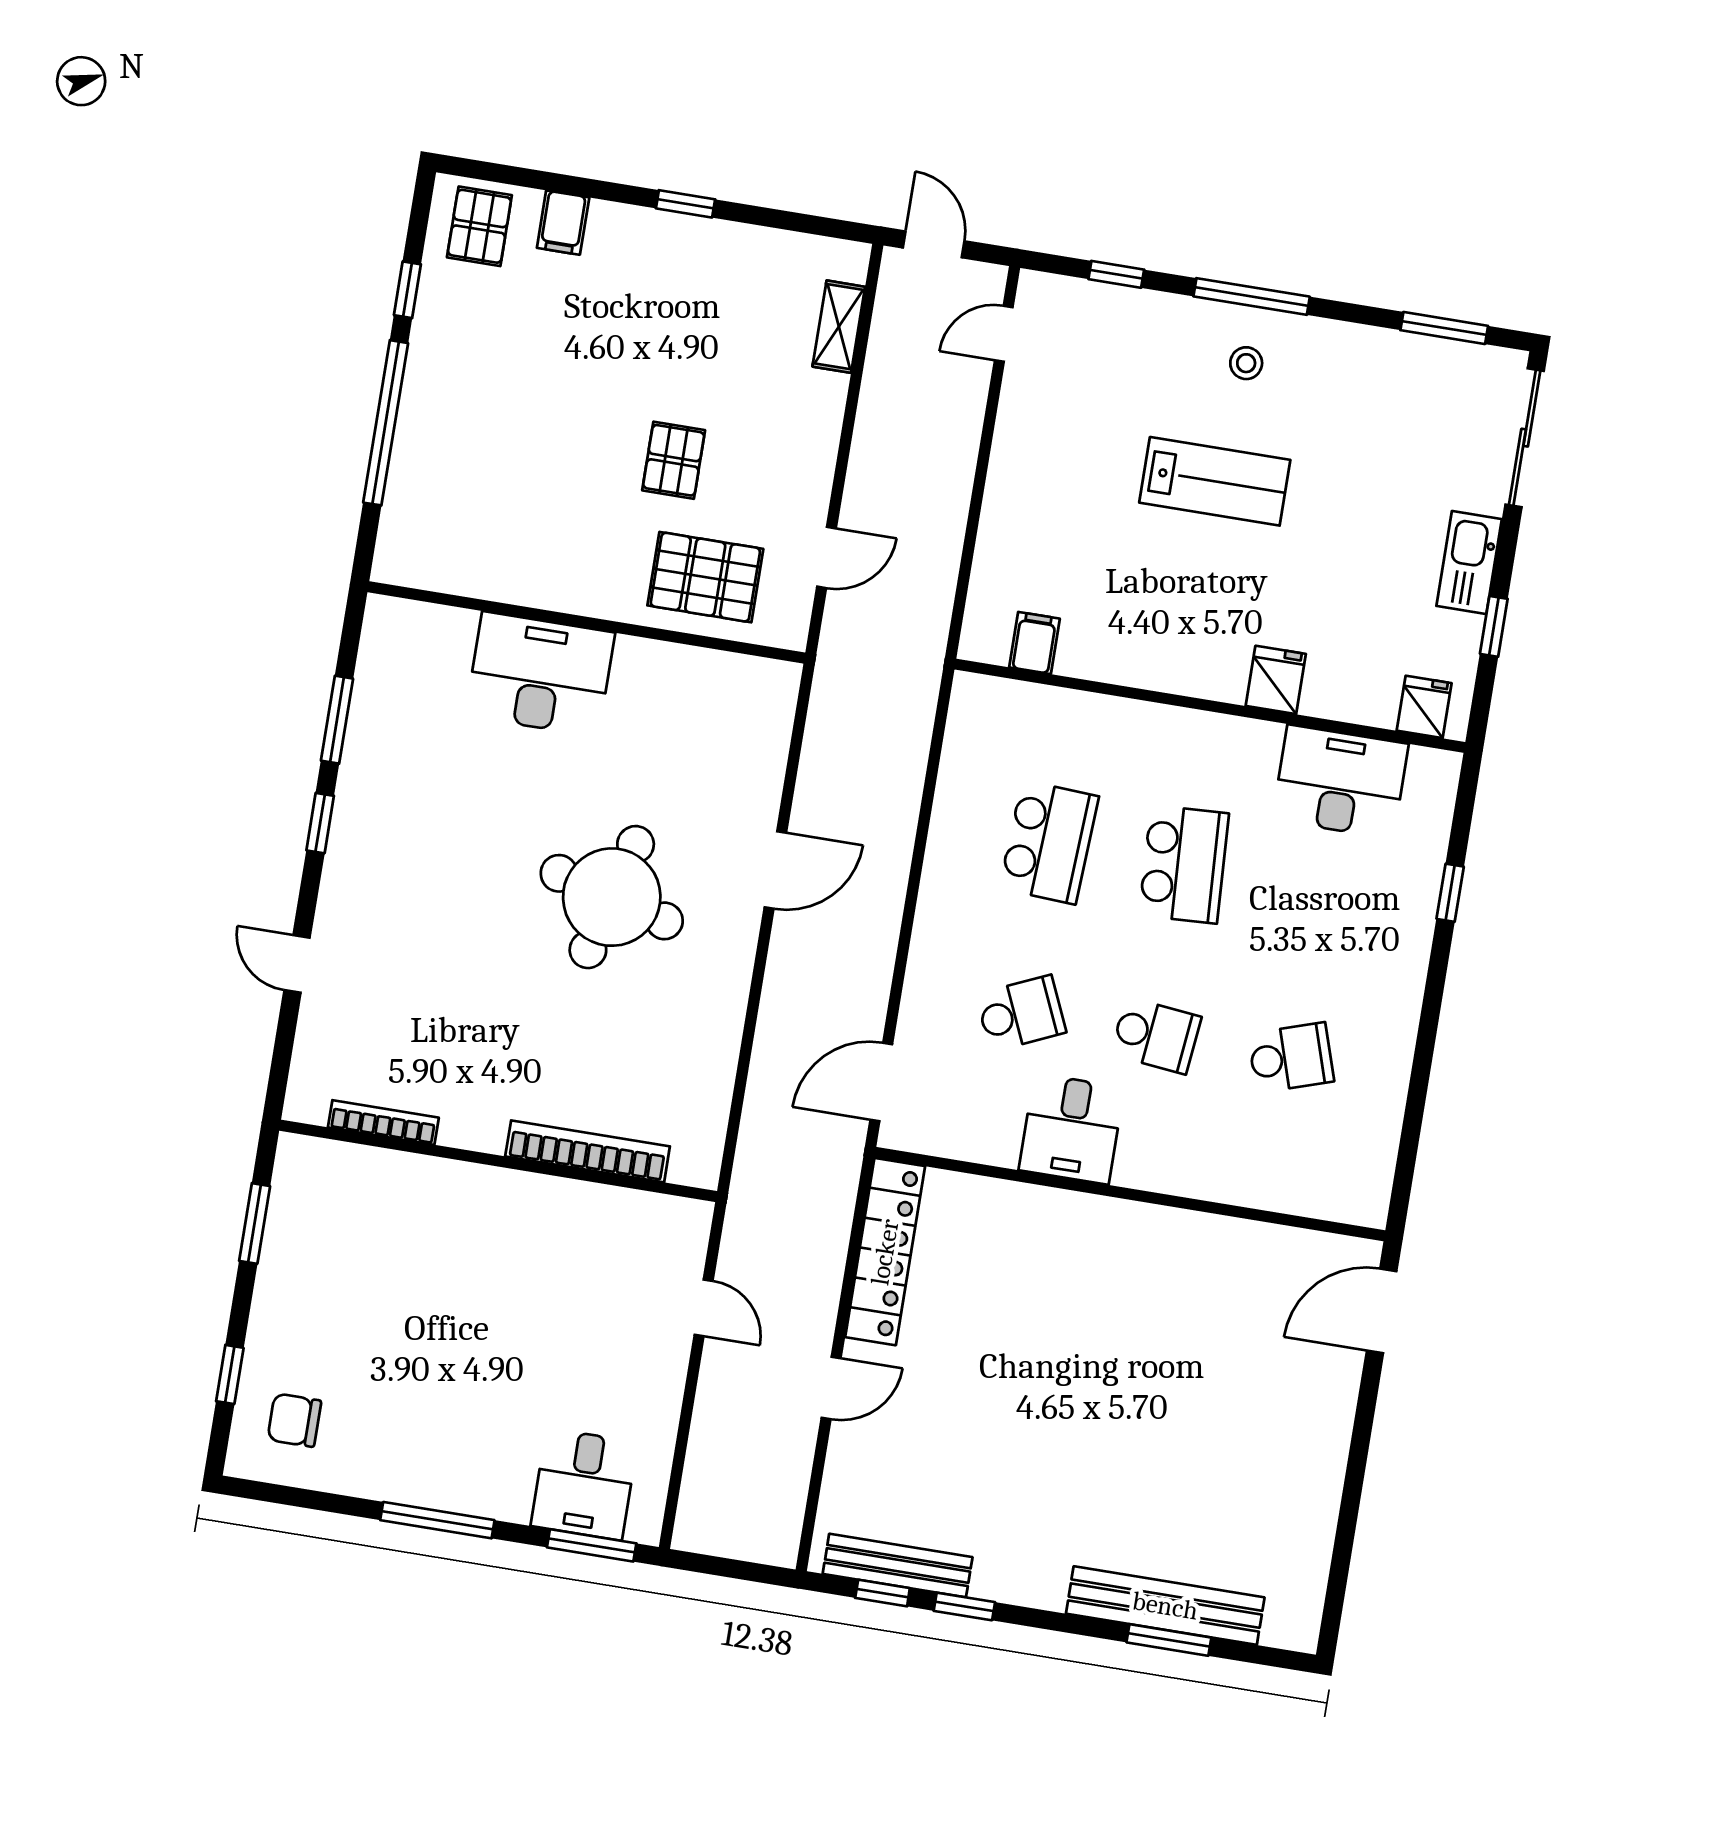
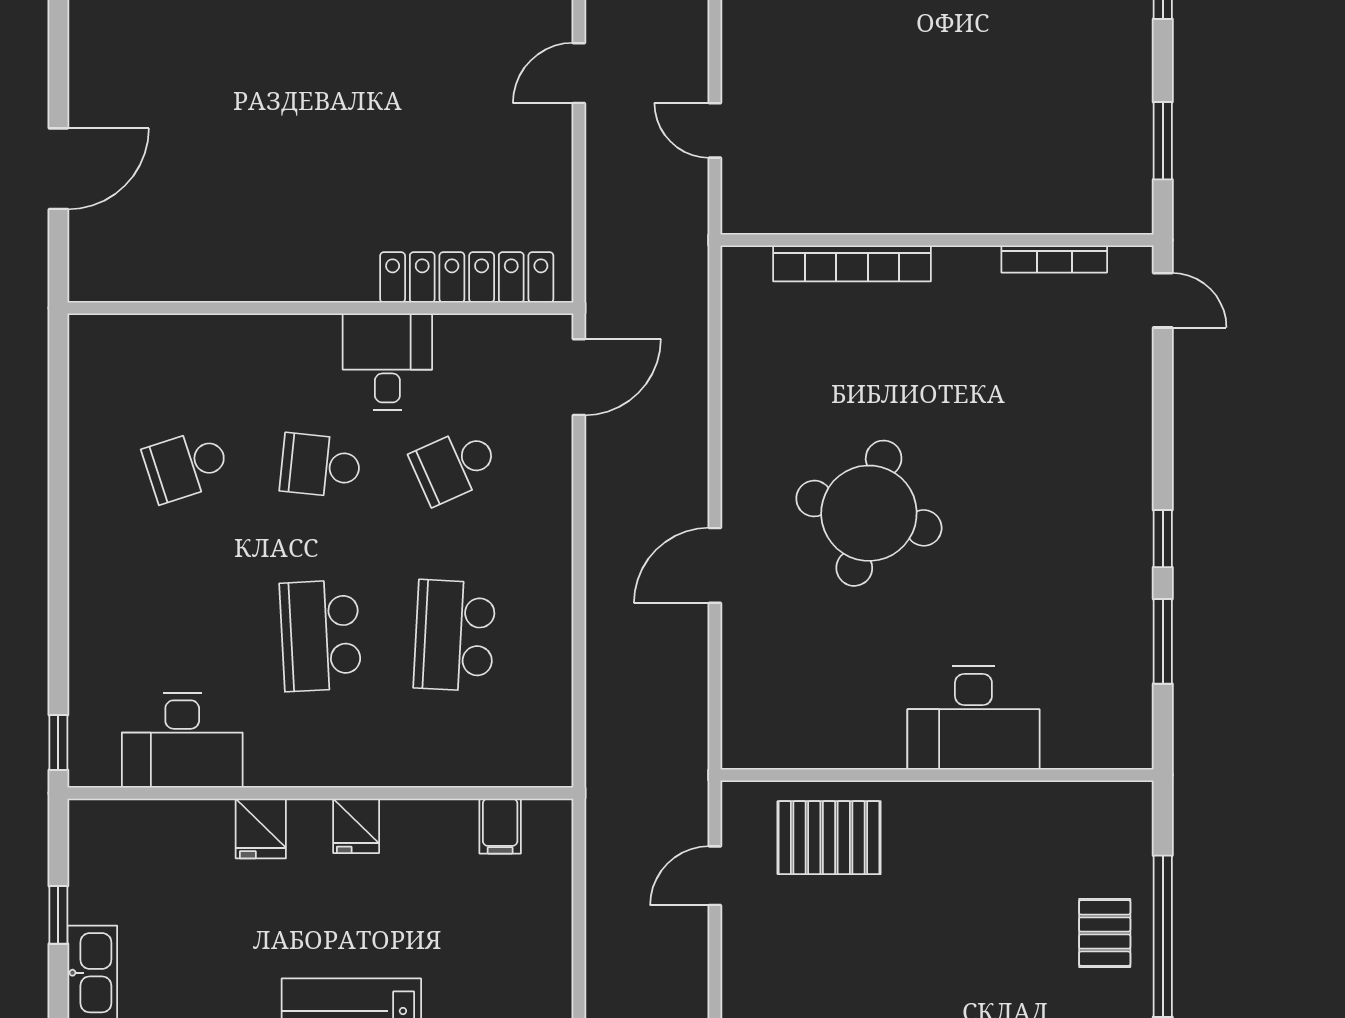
pallet: (674, 460) -> (1105, 933), moved
fridge: (1424, 707) -> (356, 826), moved
window: (1450, 893) -> (58, 742), moved
door: (297, 964) -> (1163, 300), moved
locker: (885, 1252) -> (467, 277), moved, turned 90
door: (1382, 1311) -> (58, 169), moved

